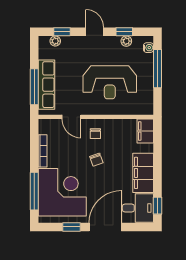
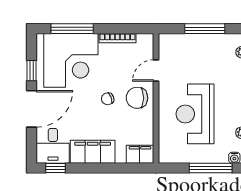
row of seats: (47, 85) -> (192, 42), removed
window: (34, 87) -> (205, 29), moved
chair: (95, 134) -> (137, 98), width x1.87, depth x1.87
door: (105, 227) -> (32, 109), hinge flipped

